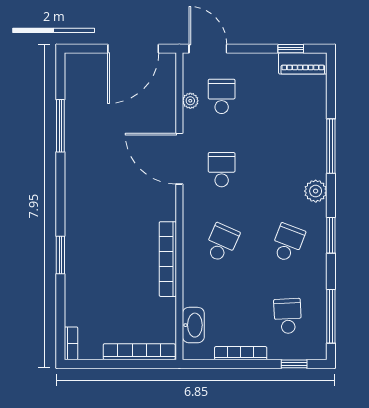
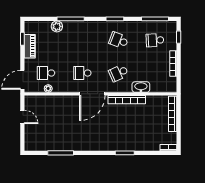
door: (133, 49) -> (22, 117), width x0.53
piano: (303, 63) -> (30, 46), moved
door: (179, 159) -> (92, 94), moved
plant: (316, 191) -> (57, 26), moved
school desk: (222, 243) -> (119, 73), turned -48
washbasin: (193, 325) -> (141, 87), moved

